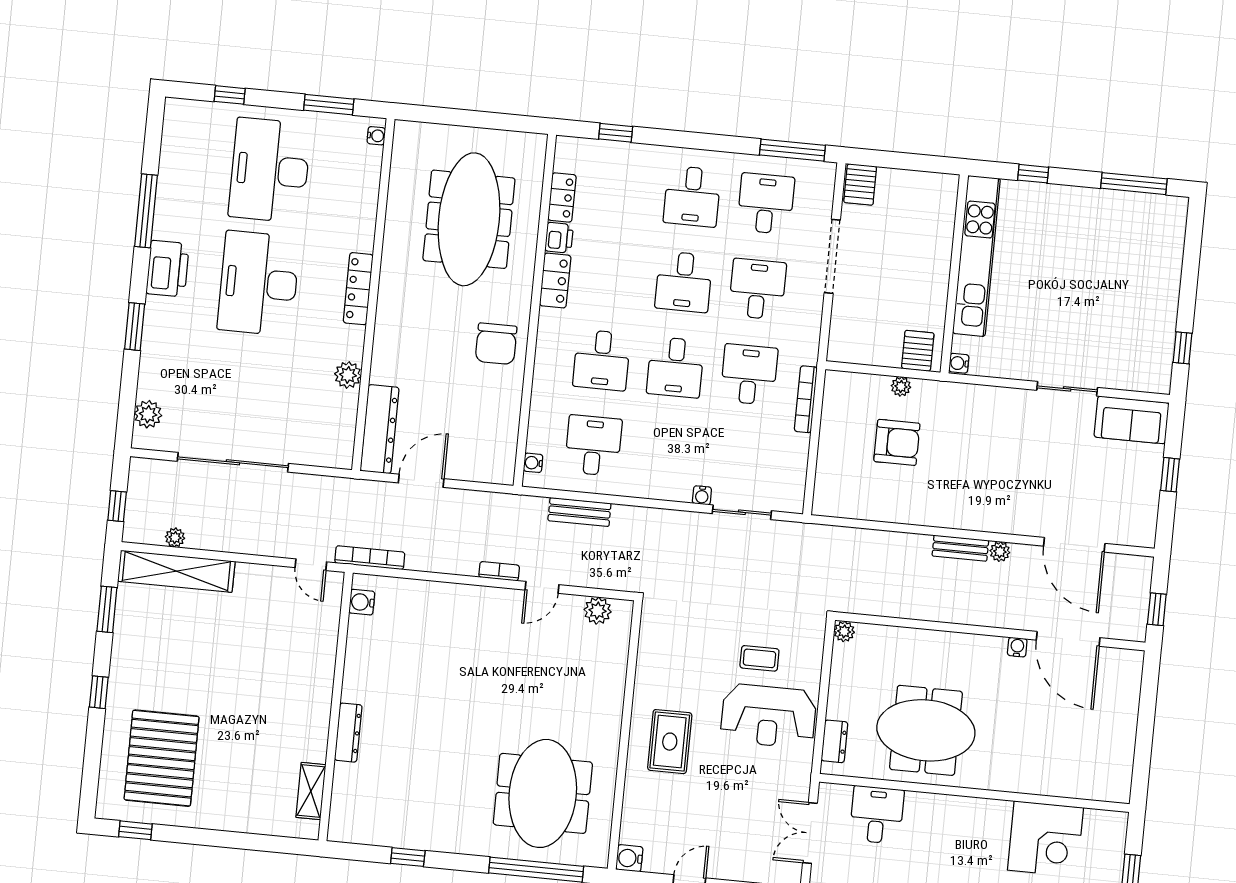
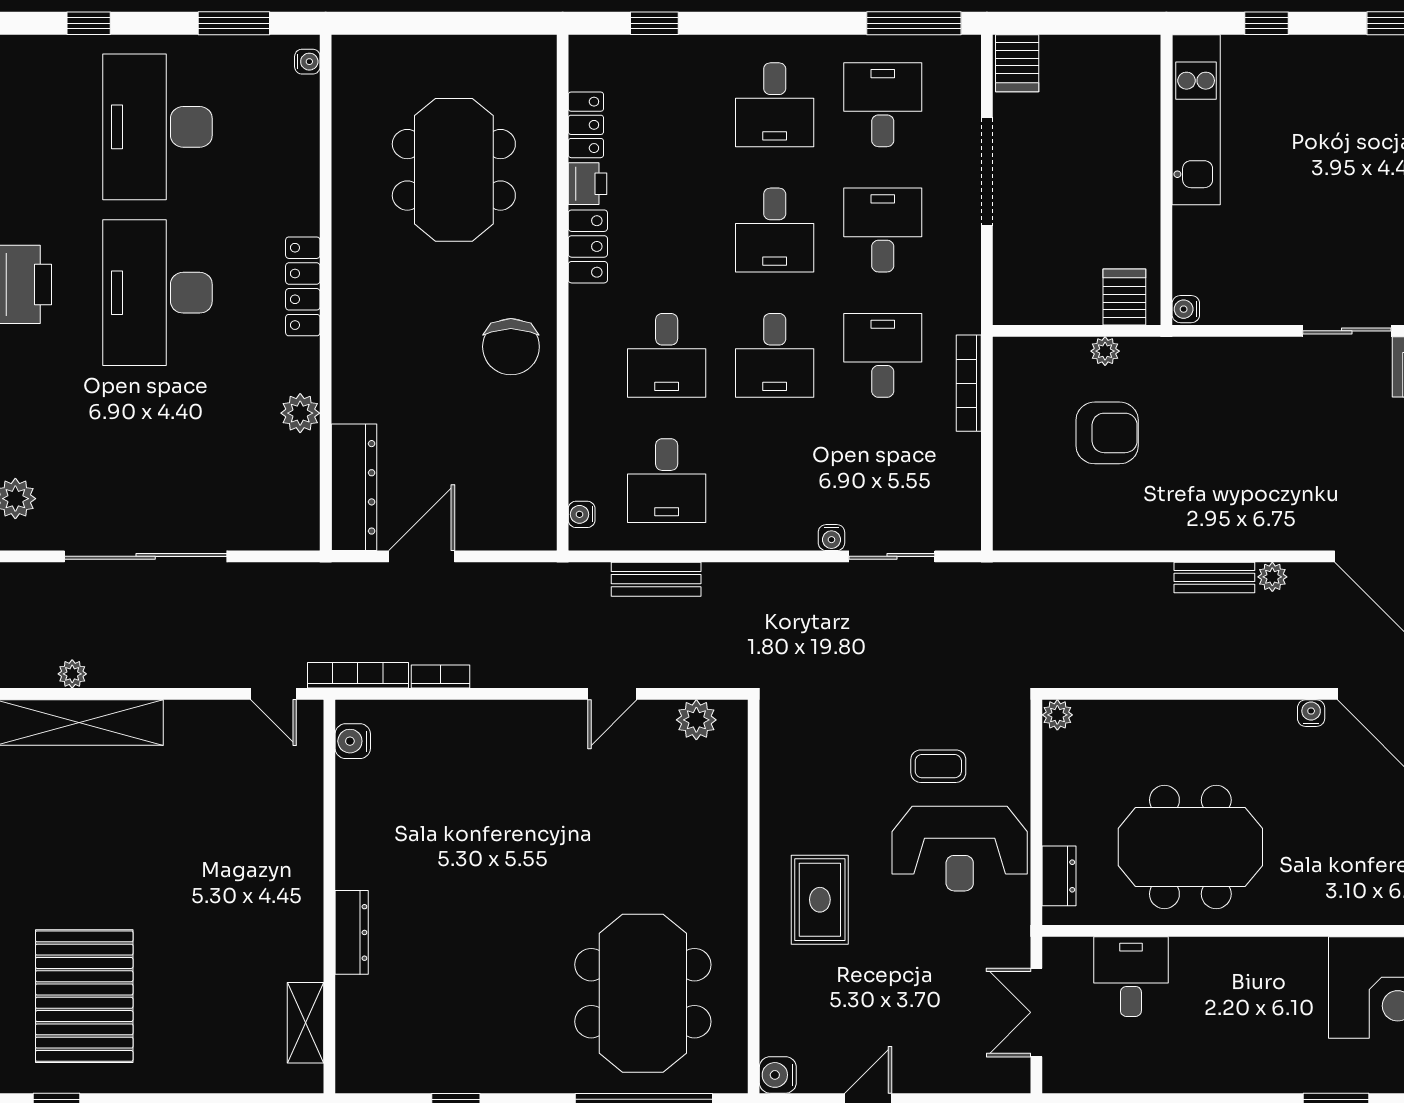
meeting table: (469, 219) -> (454, 170), width x0.73
kitchen unit: (976, 256) -> (1196, 120), width x0.73
desk: (593, 445) -> (667, 481), turned 180
bookcase: (499, 571) -> (440, 677), moved

